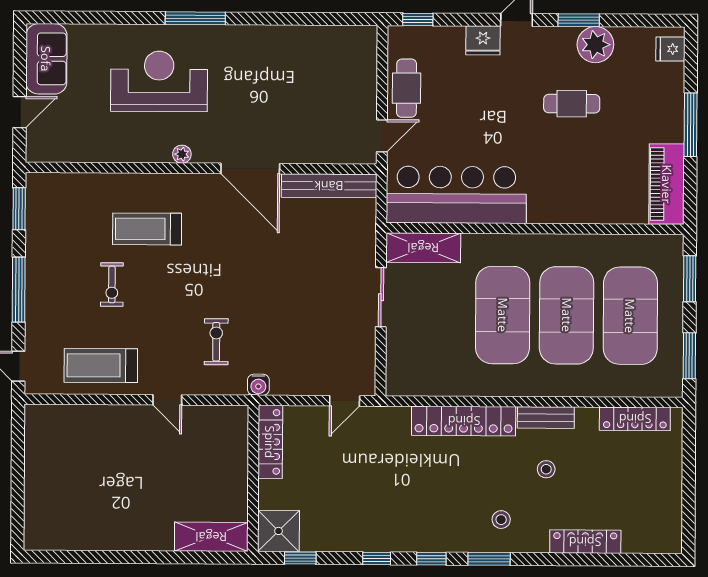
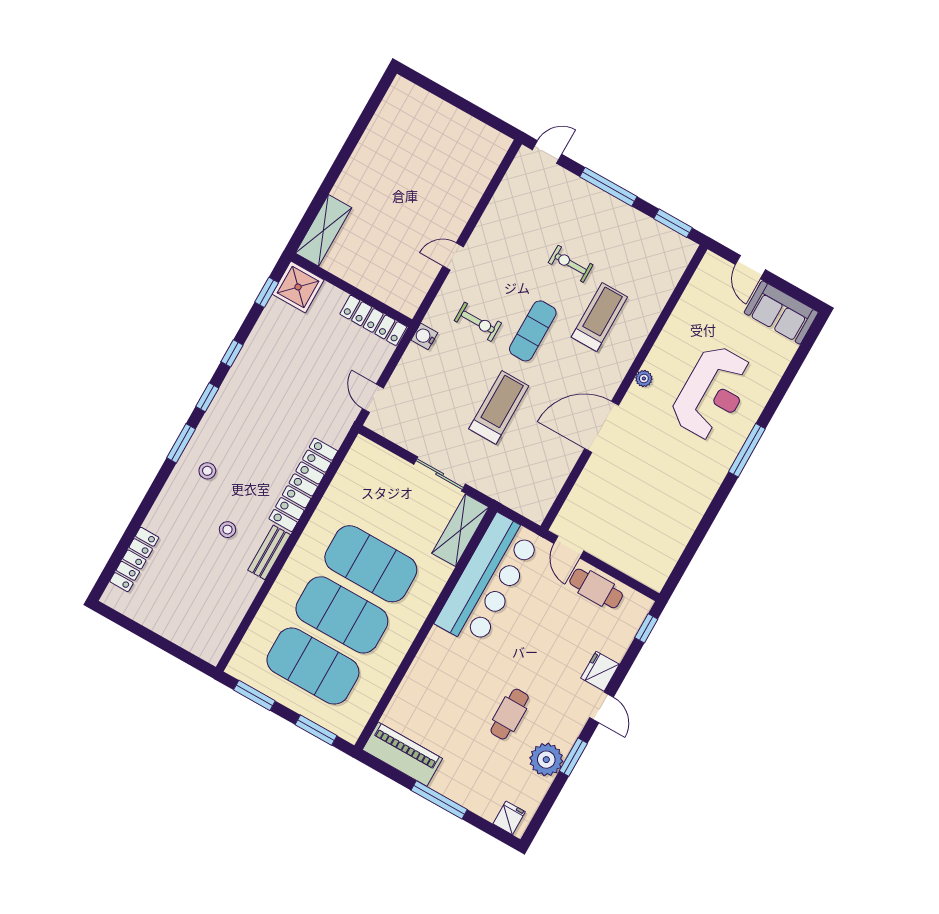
bench: (329, 186) -> (553, 482), removed
exercise mat: (196, 285) -> (533, 331), added
treadmill: (101, 365) -> (499, 407), moved
locker: (635, 419) -> (228, 623), removed
locker: (585, 542) -> (134, 559), moved

